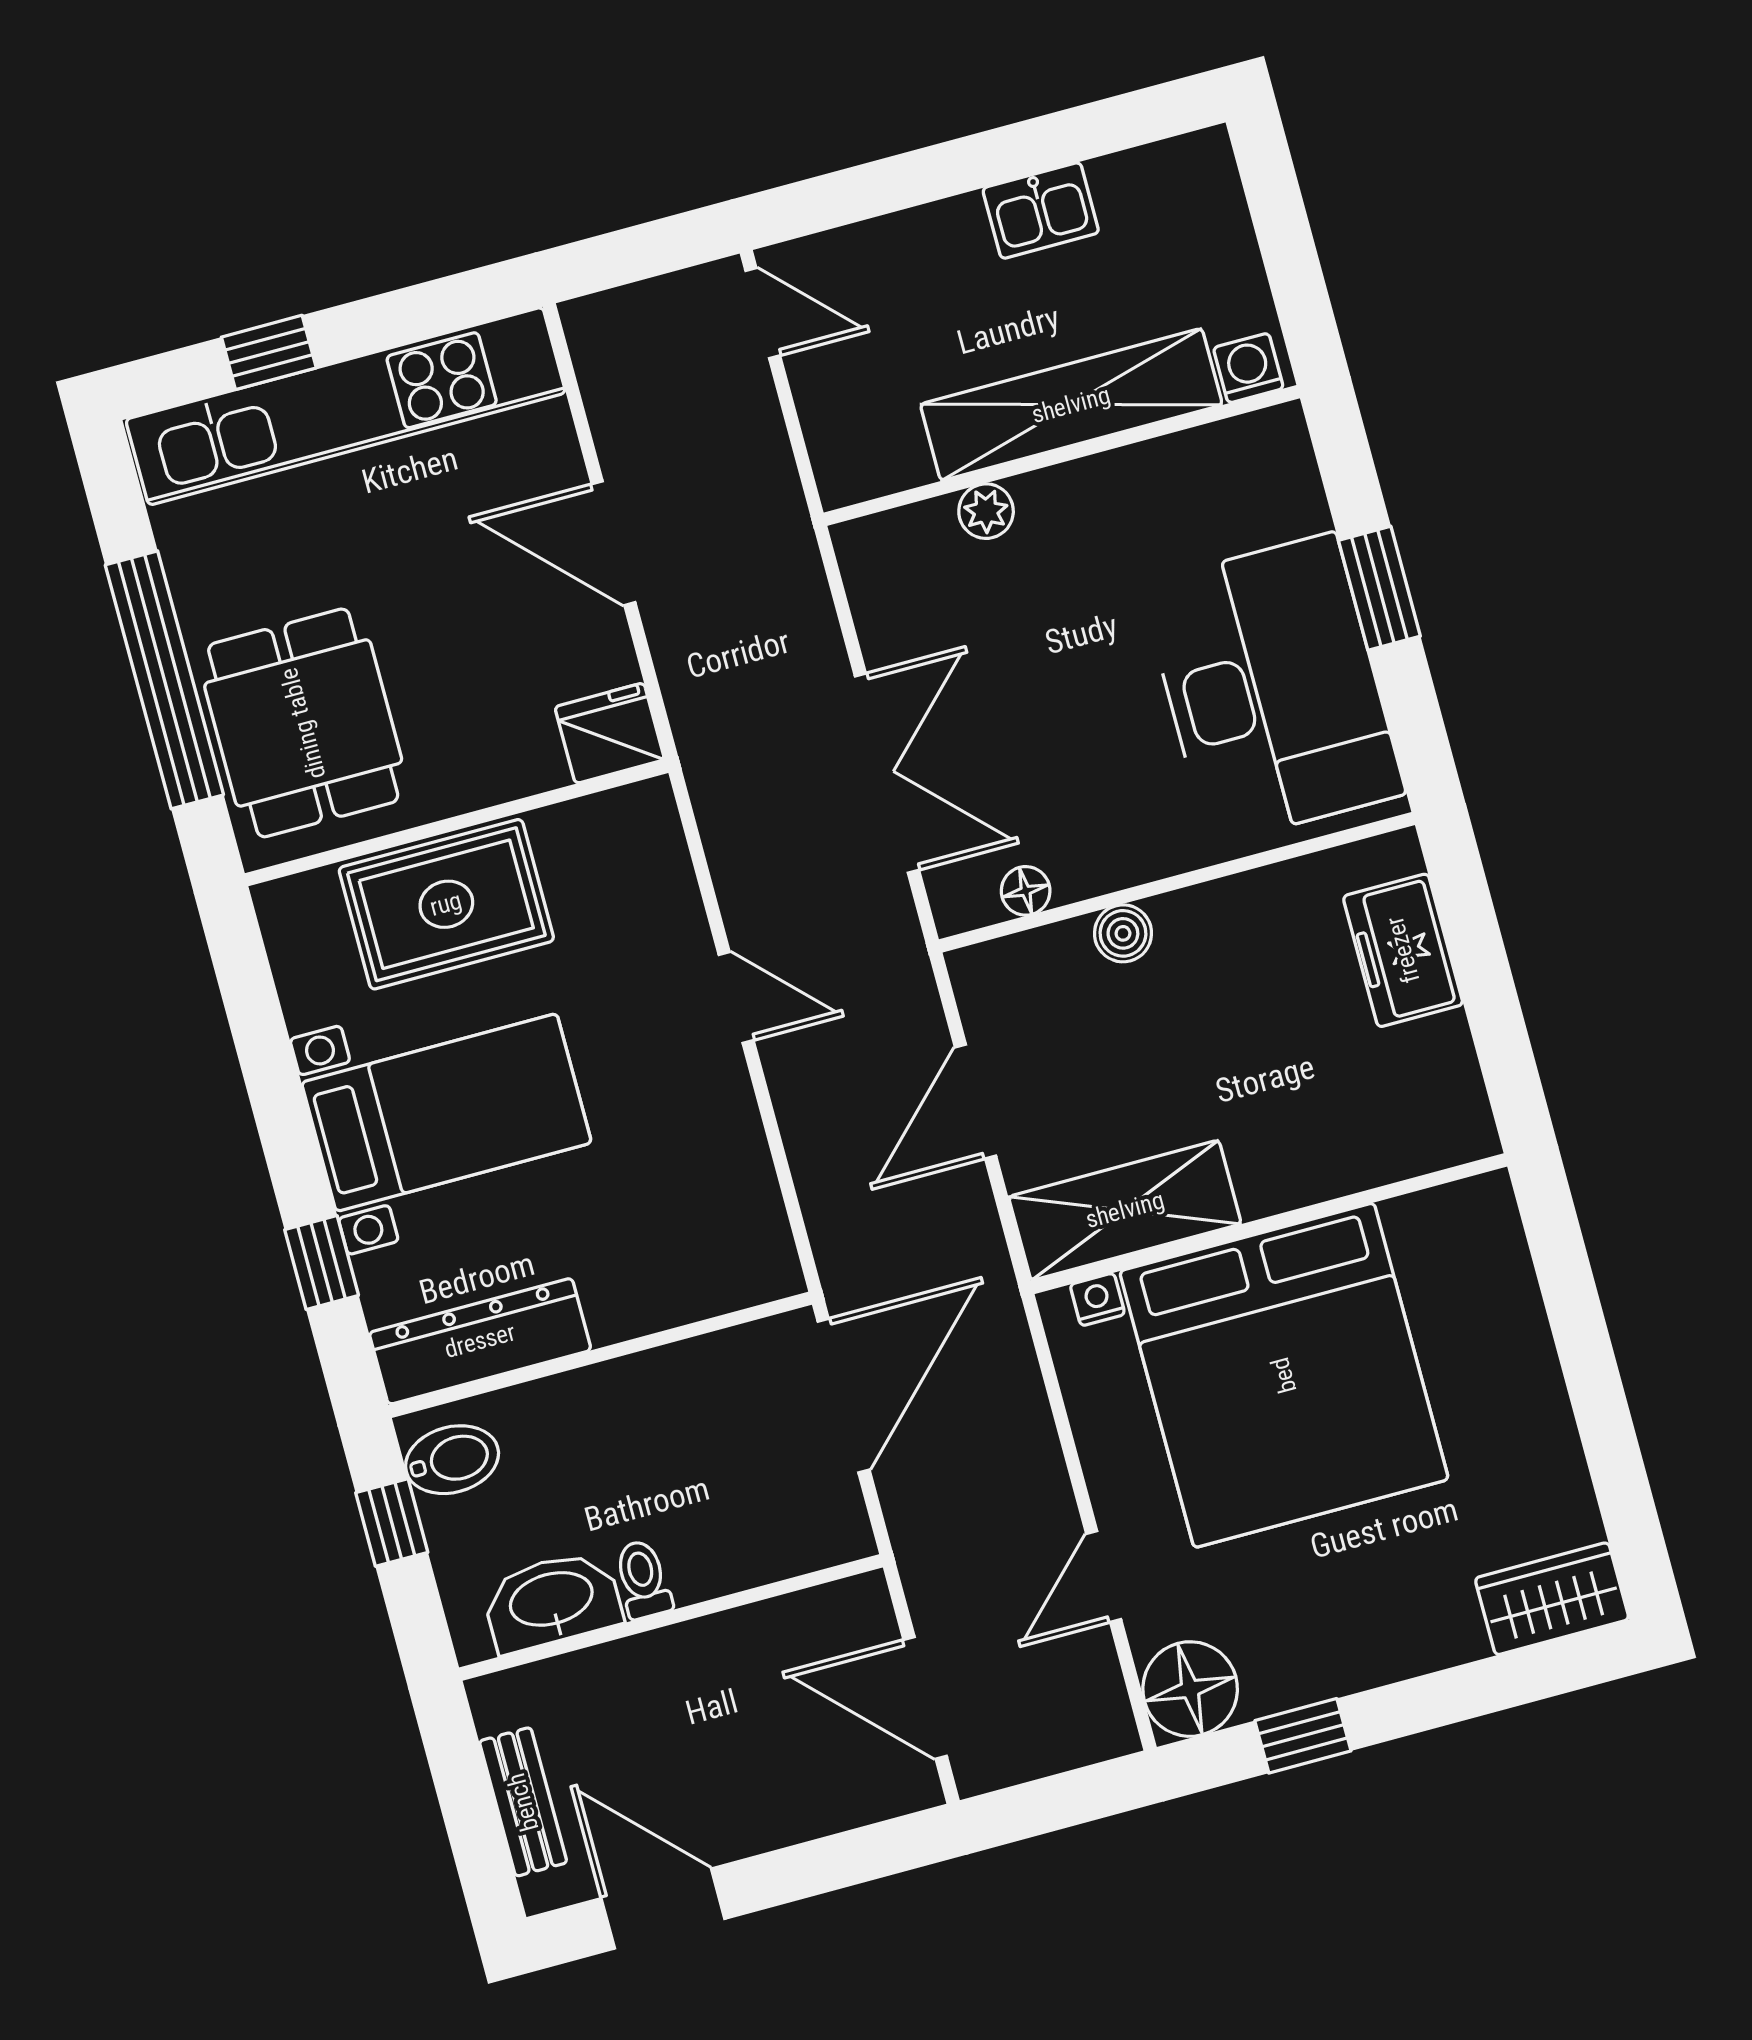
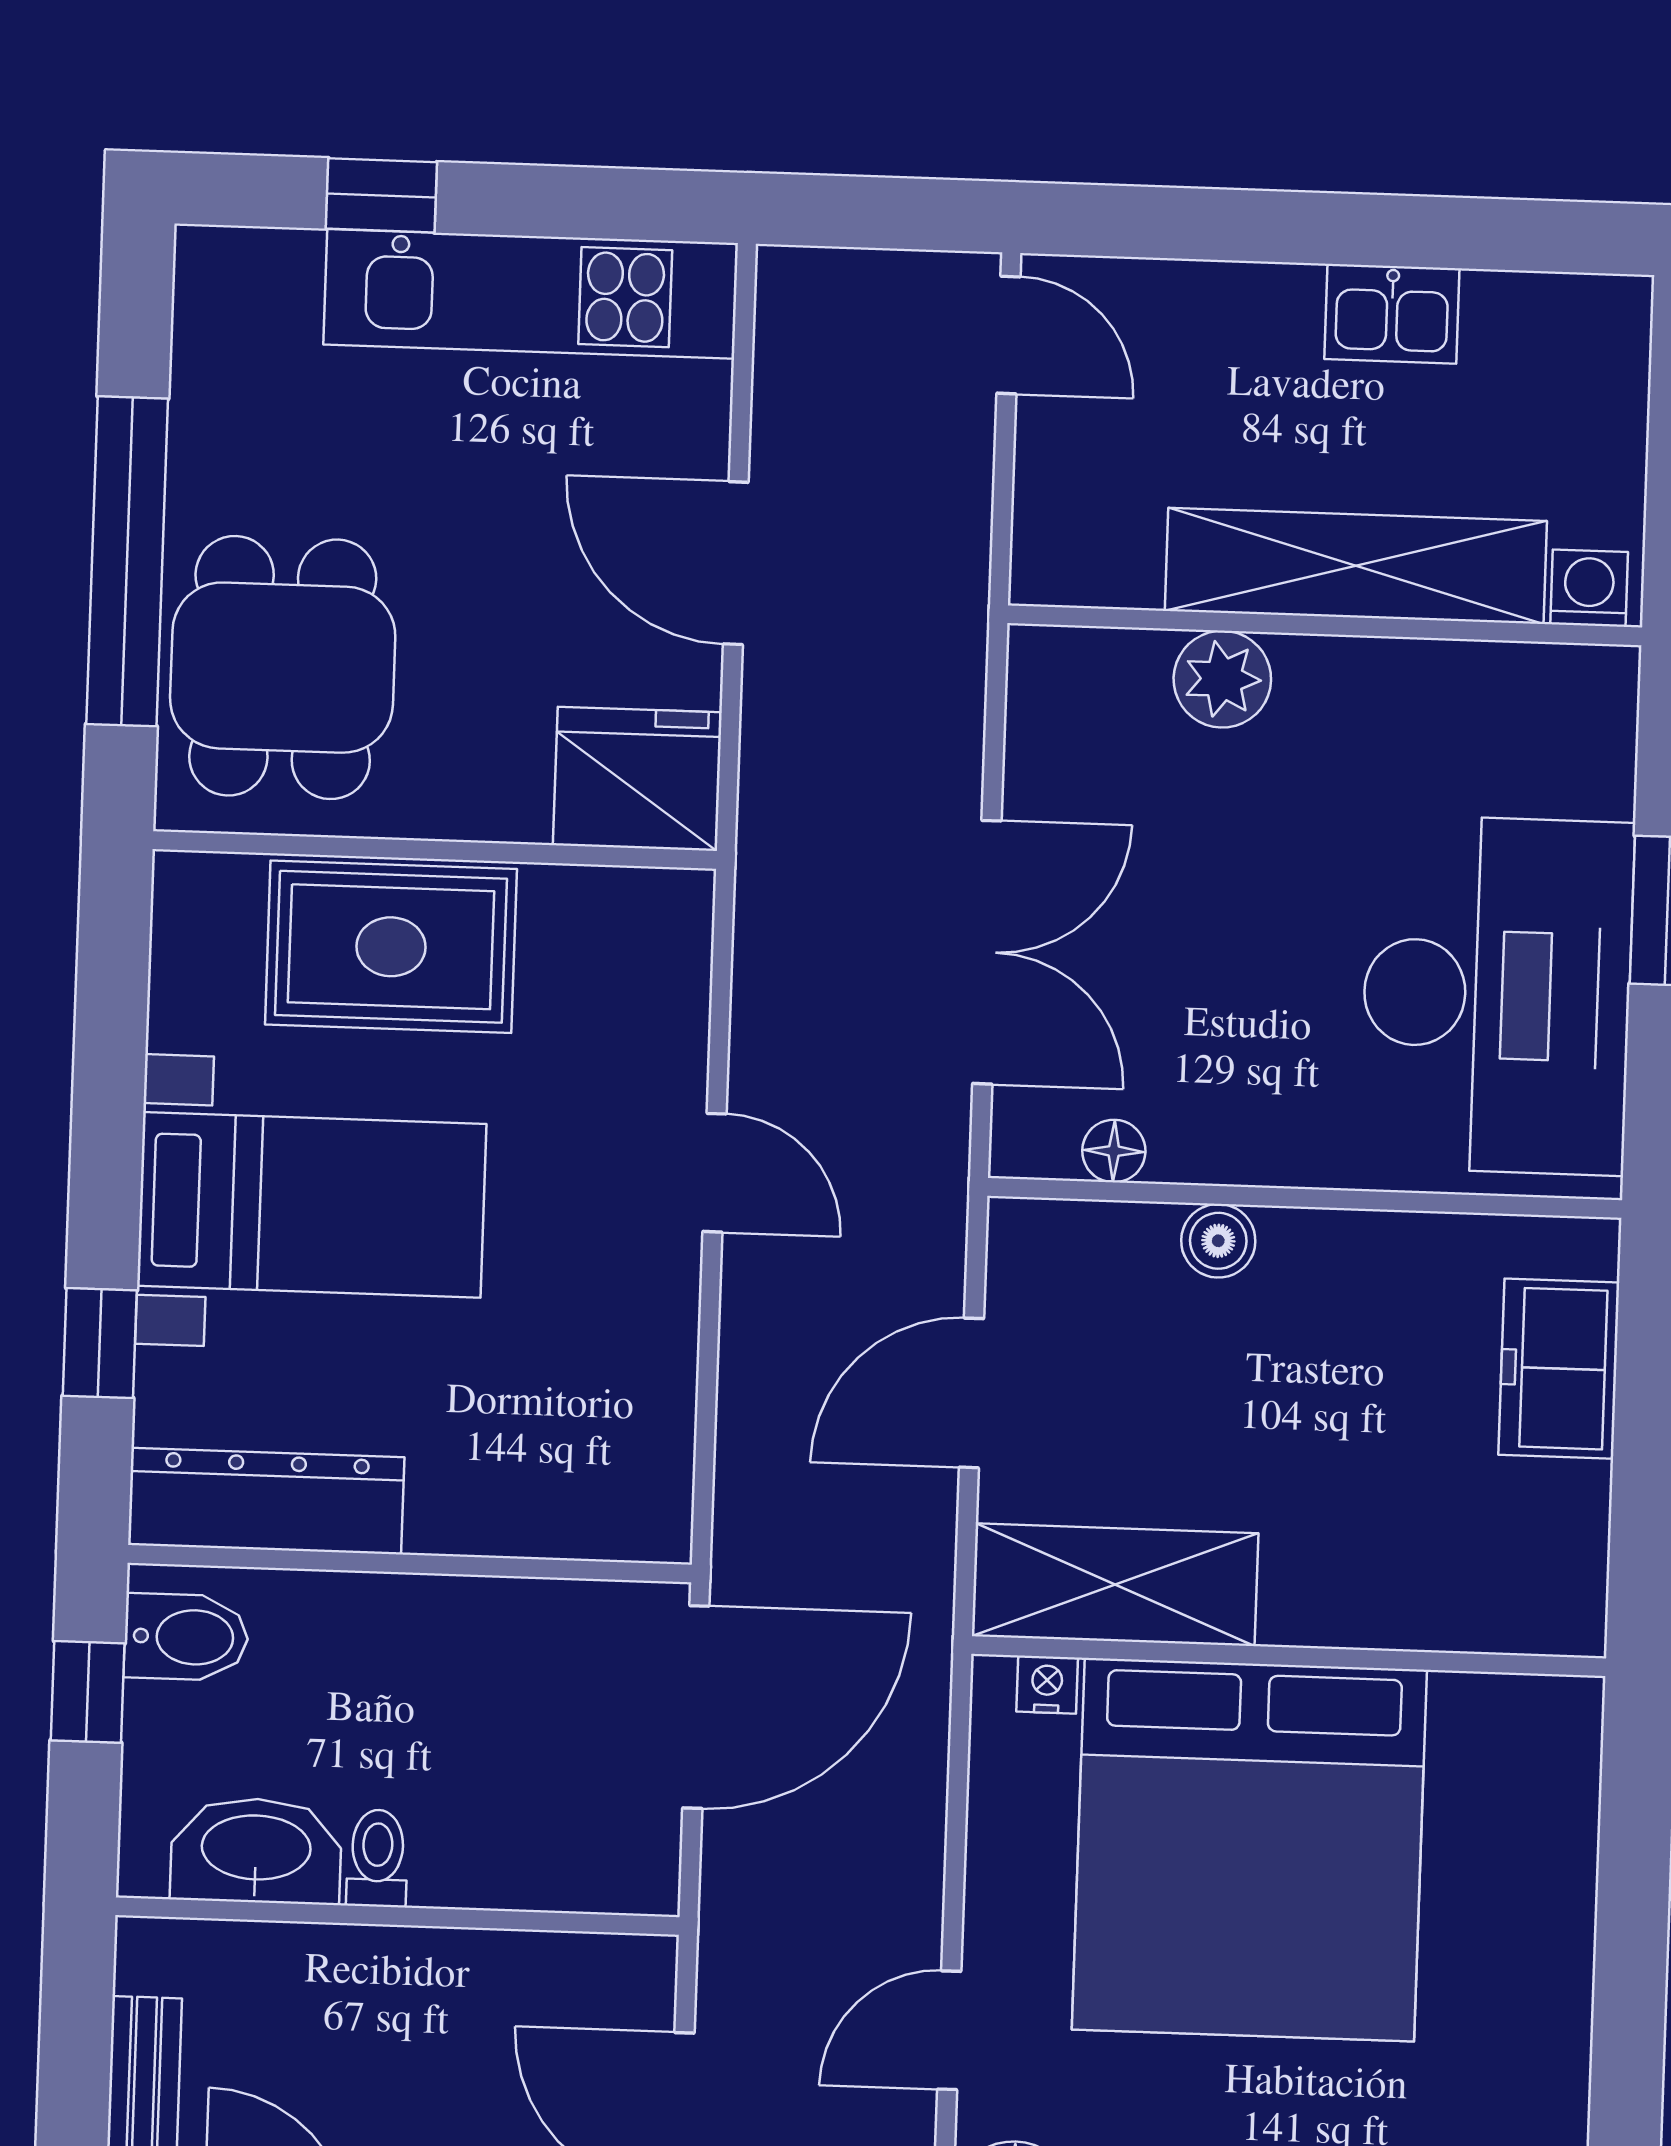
kitchen unit: (346, 406) -> (531, 294), width x0.73
plant: (986, 511) -> (1222, 679), width x1.38, depth x1.38
fridge: (610, 733) -> (637, 779), width x1.36, depth x1.34

